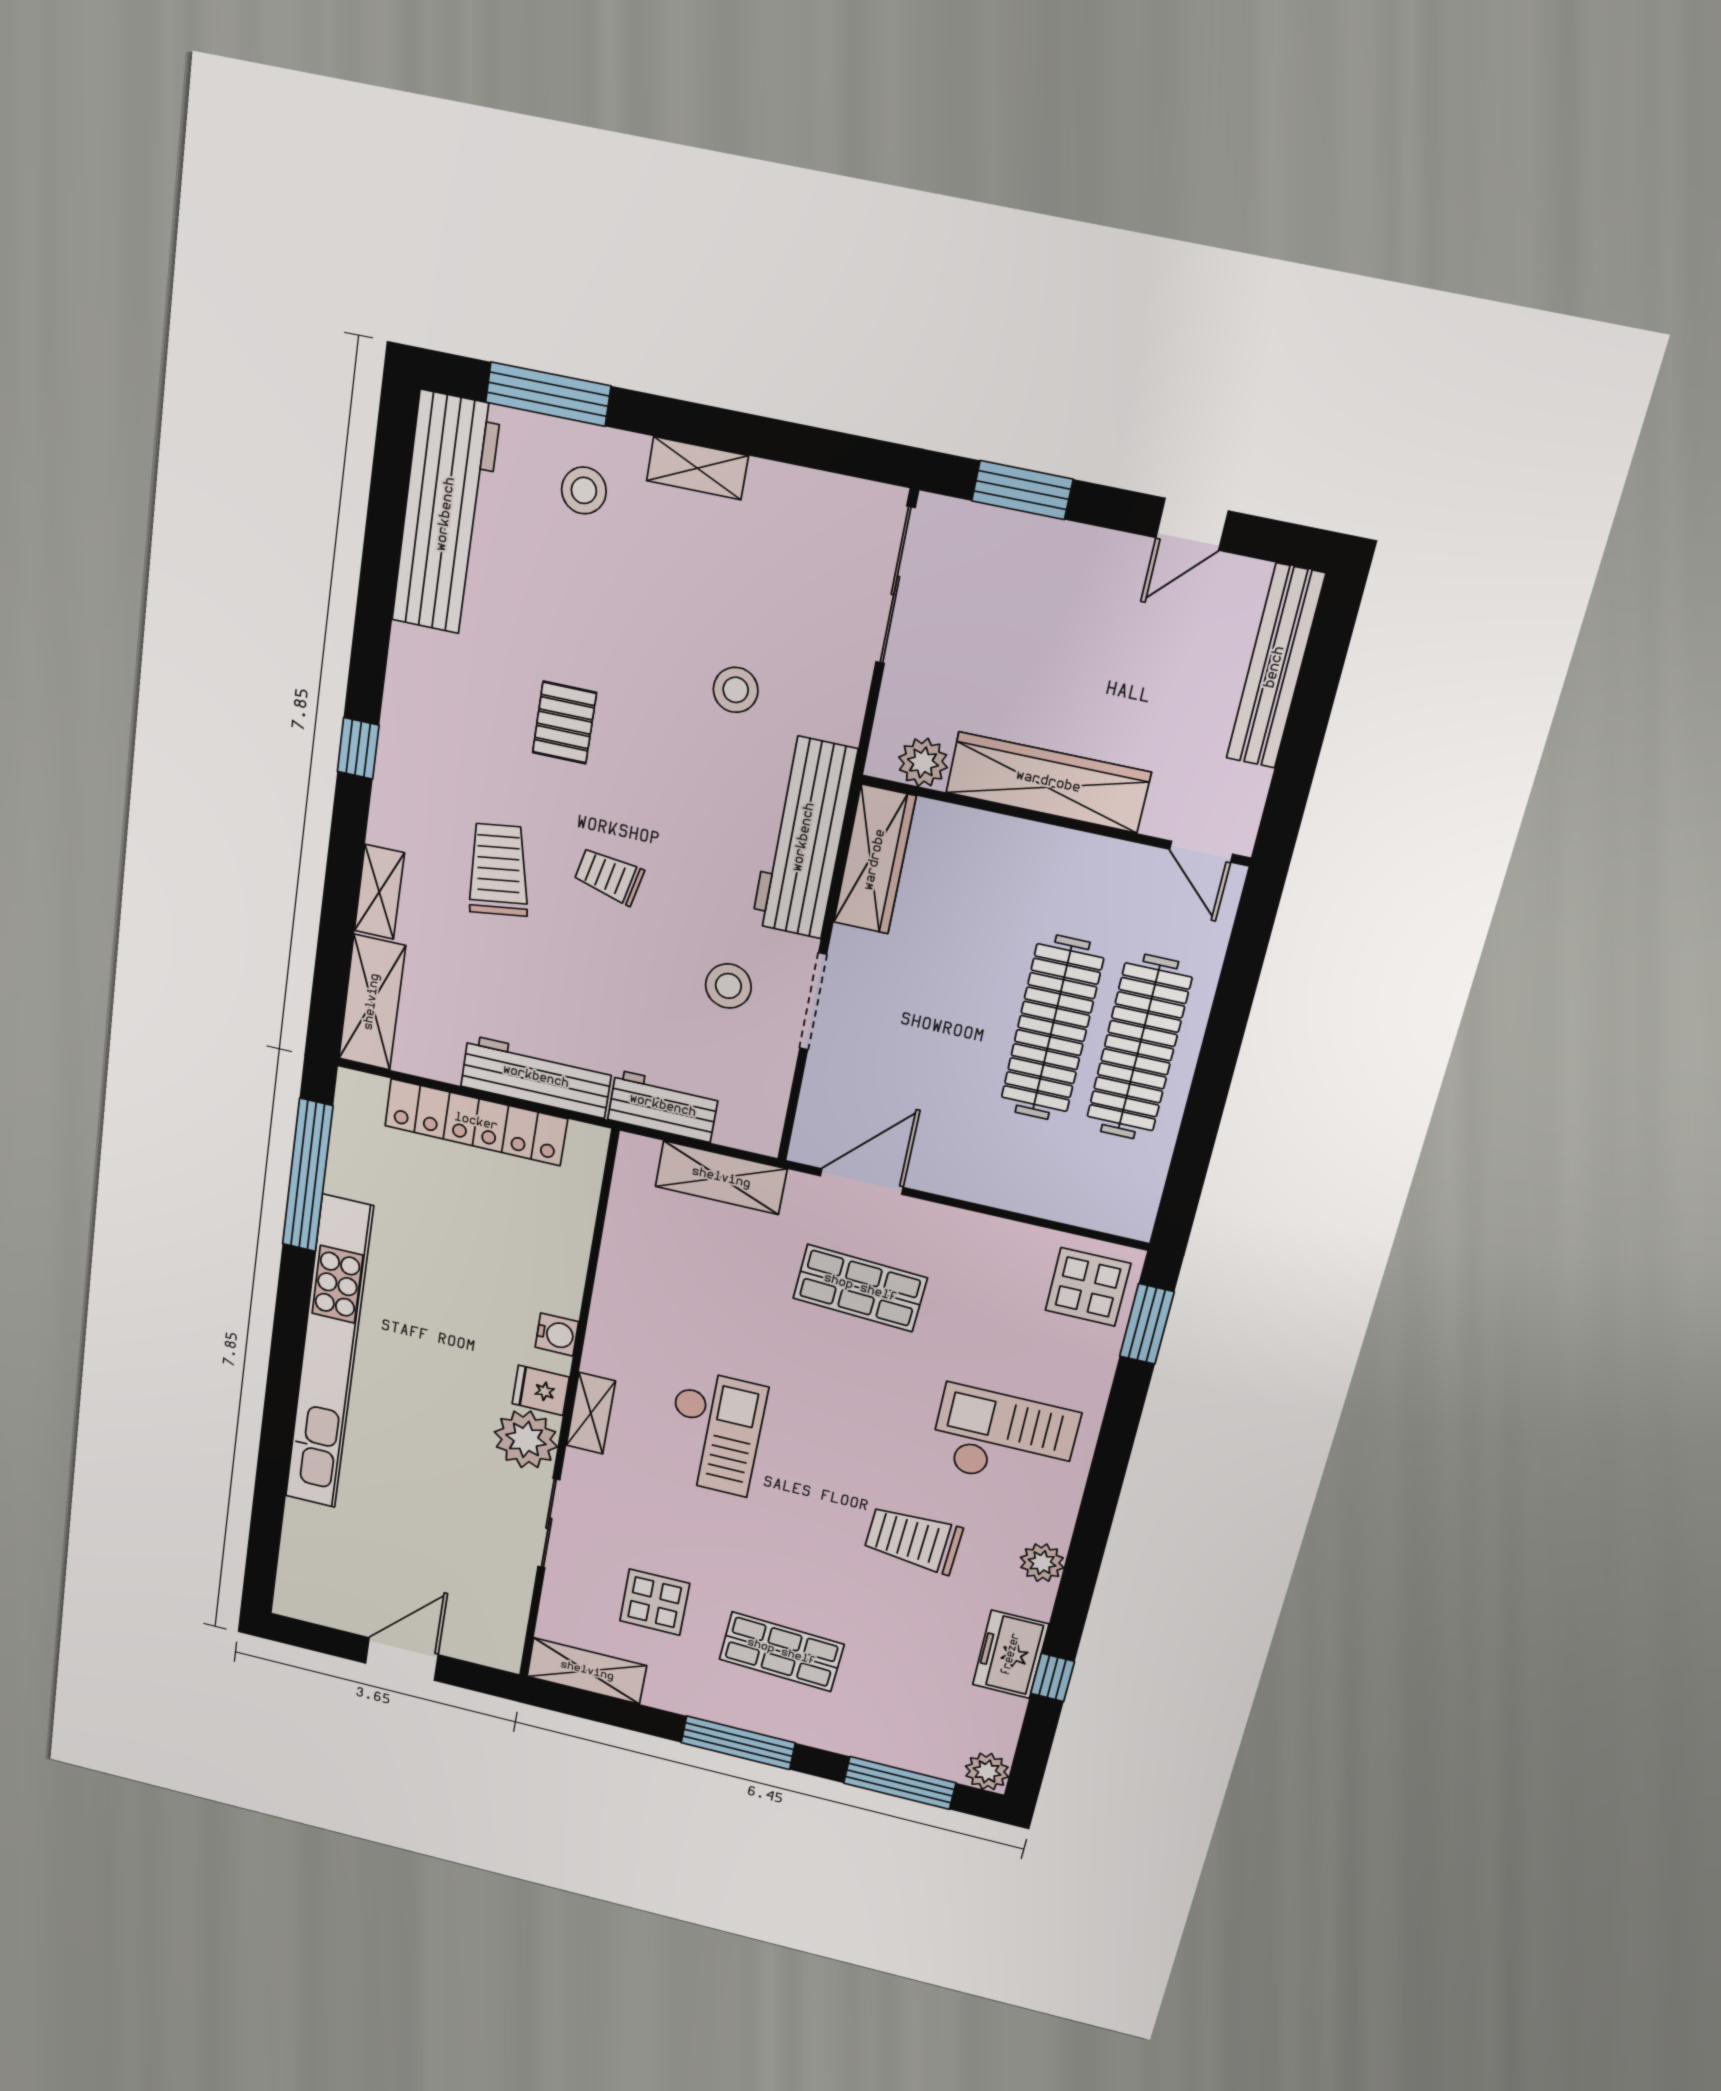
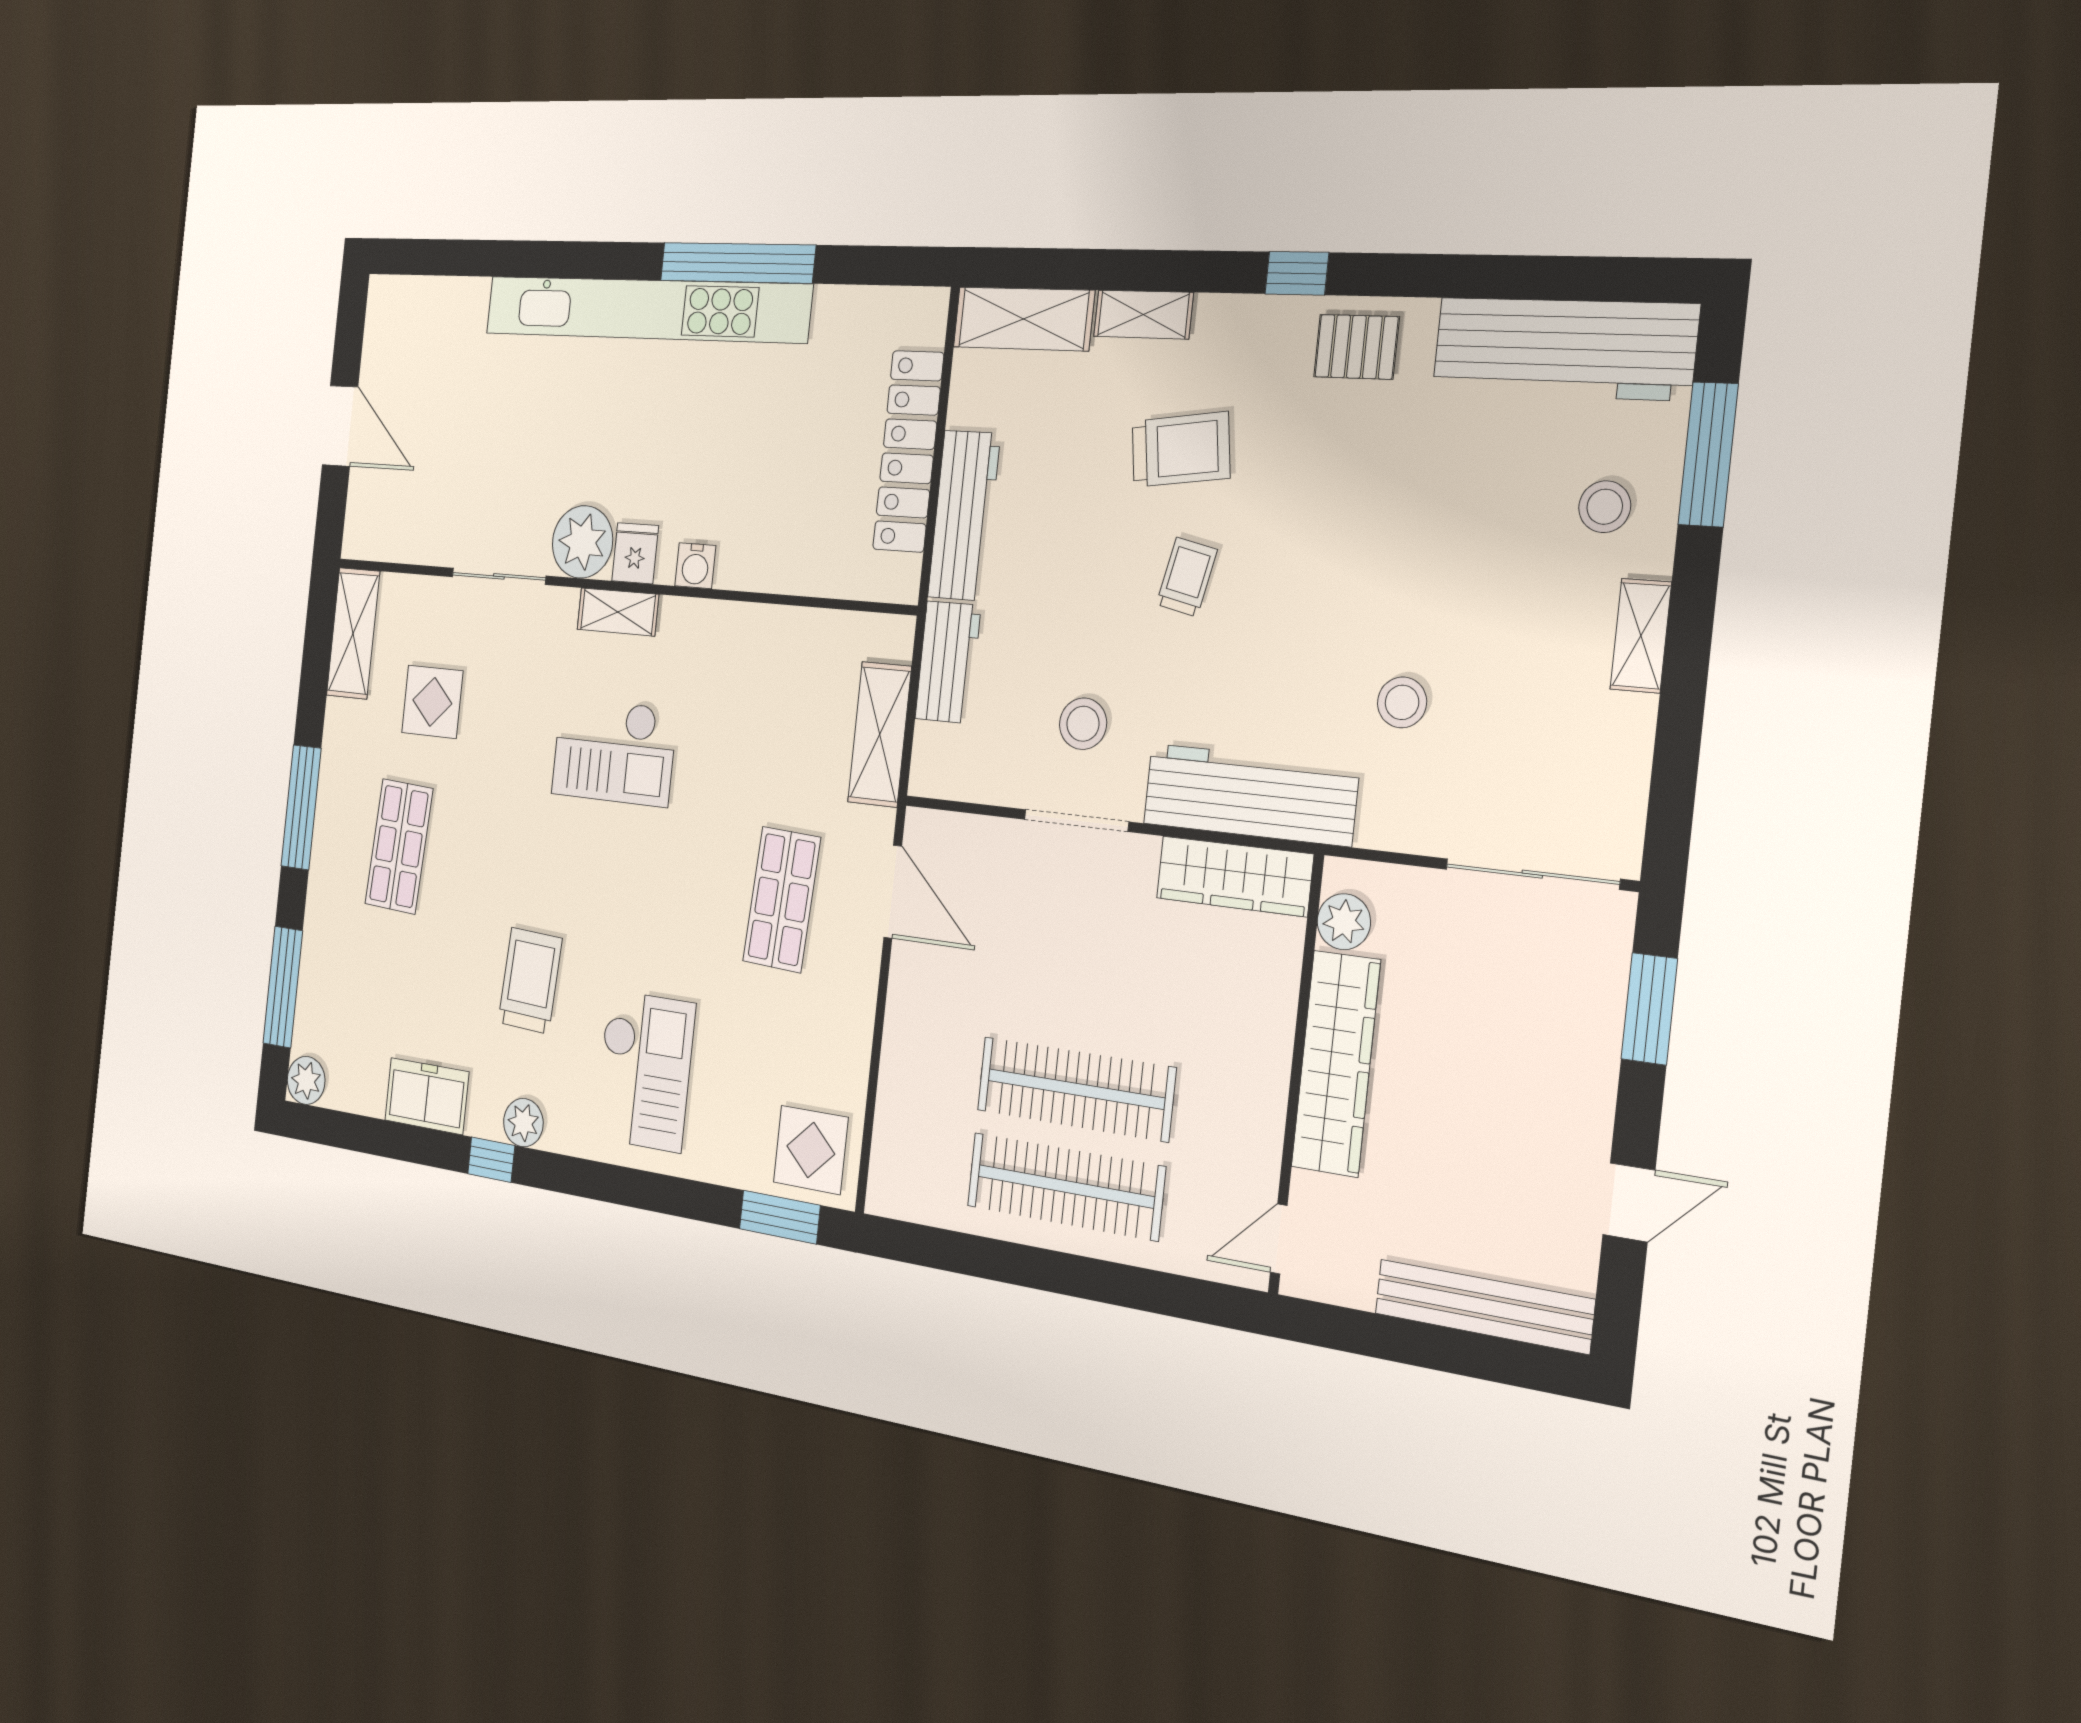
door: (1192, 524) -> (1629, 1202), swing flipped
pallet: (564, 723) -> (1356, 347), moved
window: (308, 1176) -> (737, 263), moved
window: (1053, 1677) -> (491, 1160), moved

